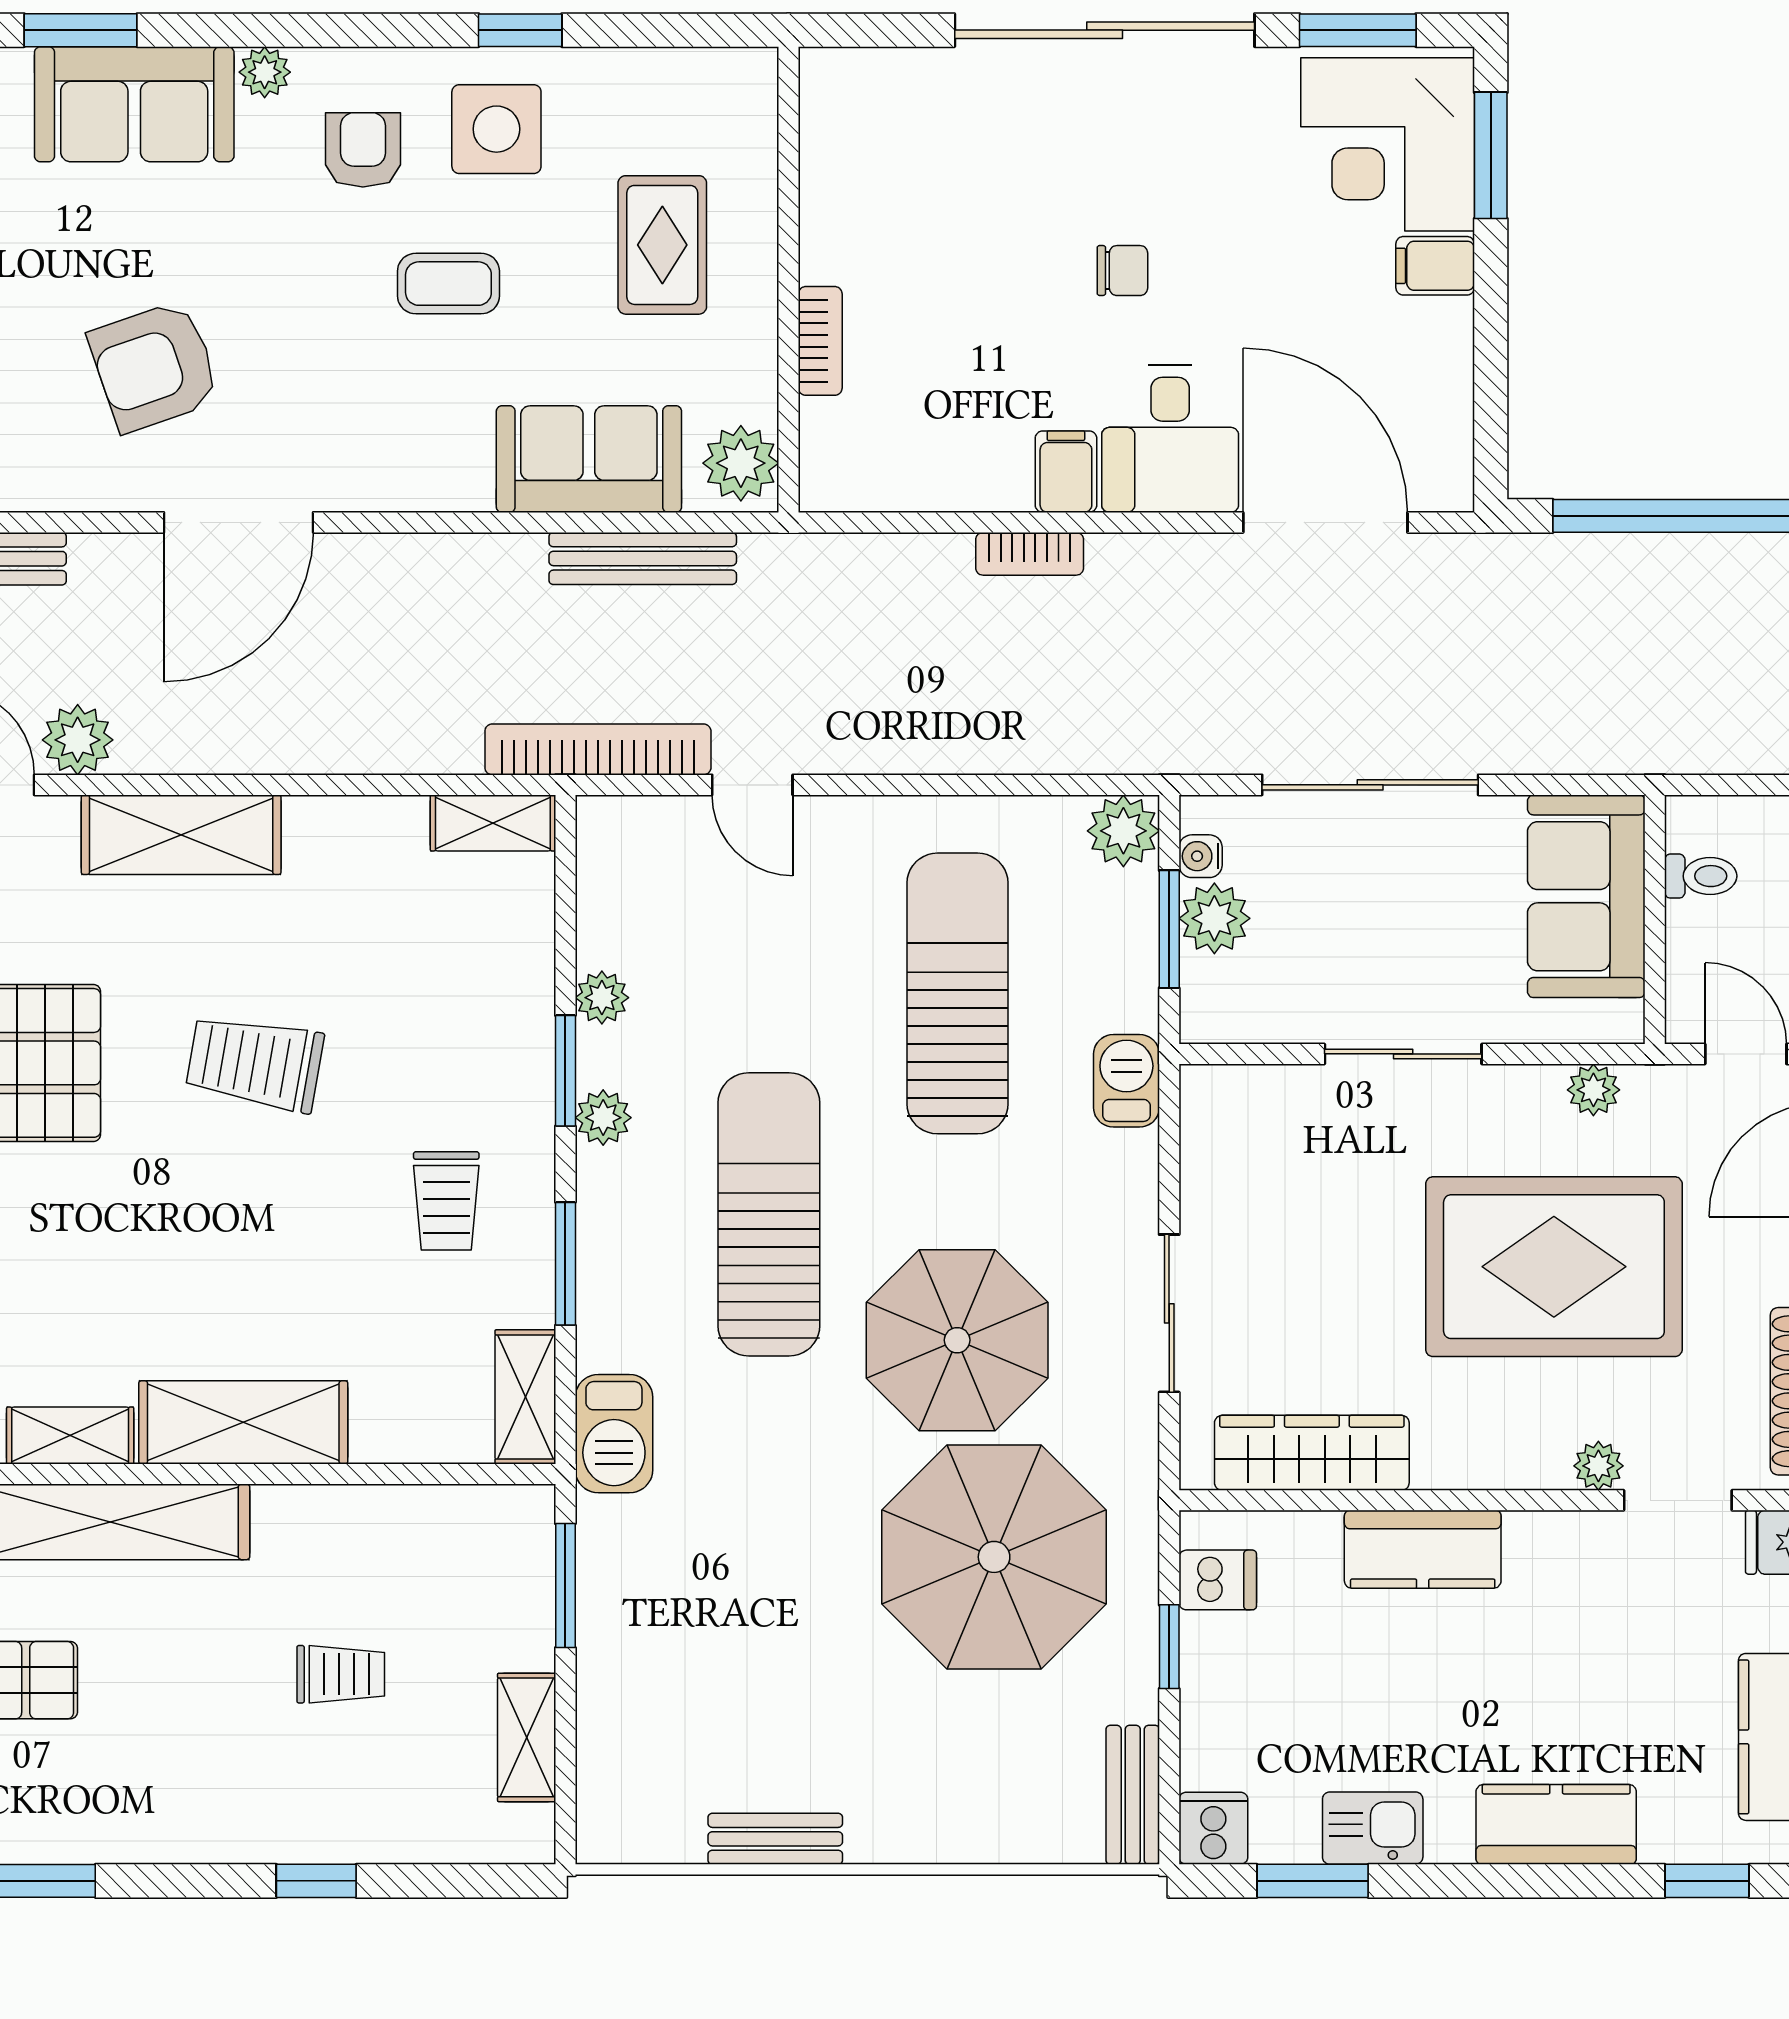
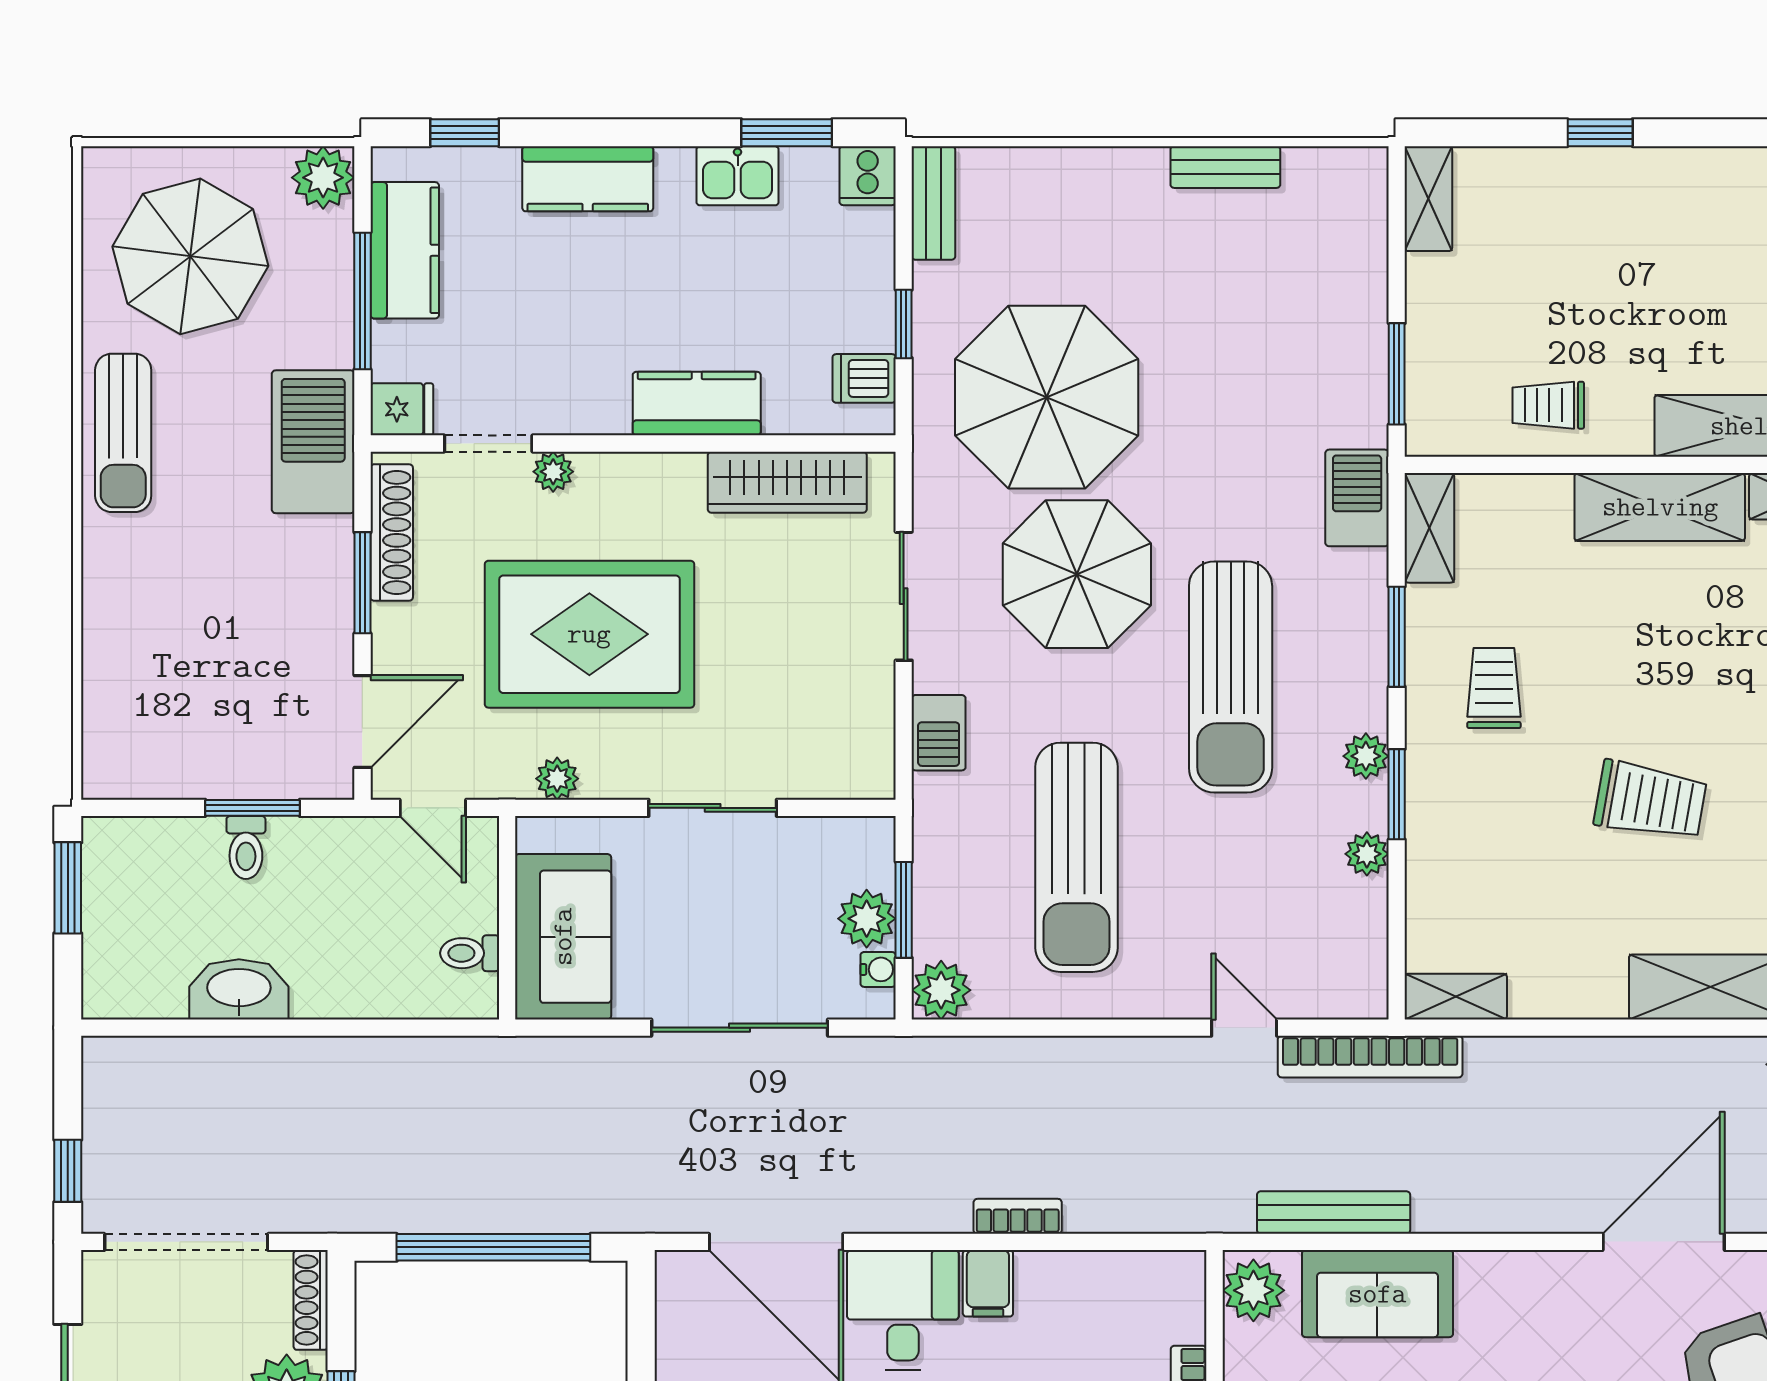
barbecue: (1126, 1081) -> (939, 733), moved
trolley: (341, 1674) -> (1548, 405), moved
shelving: (527, 1737) -> (1428, 199), moved

